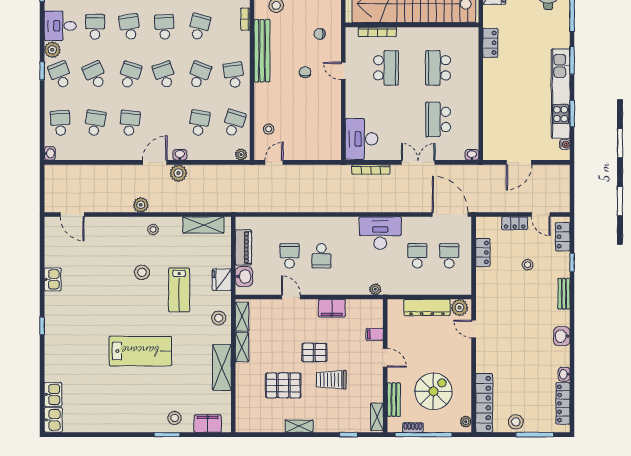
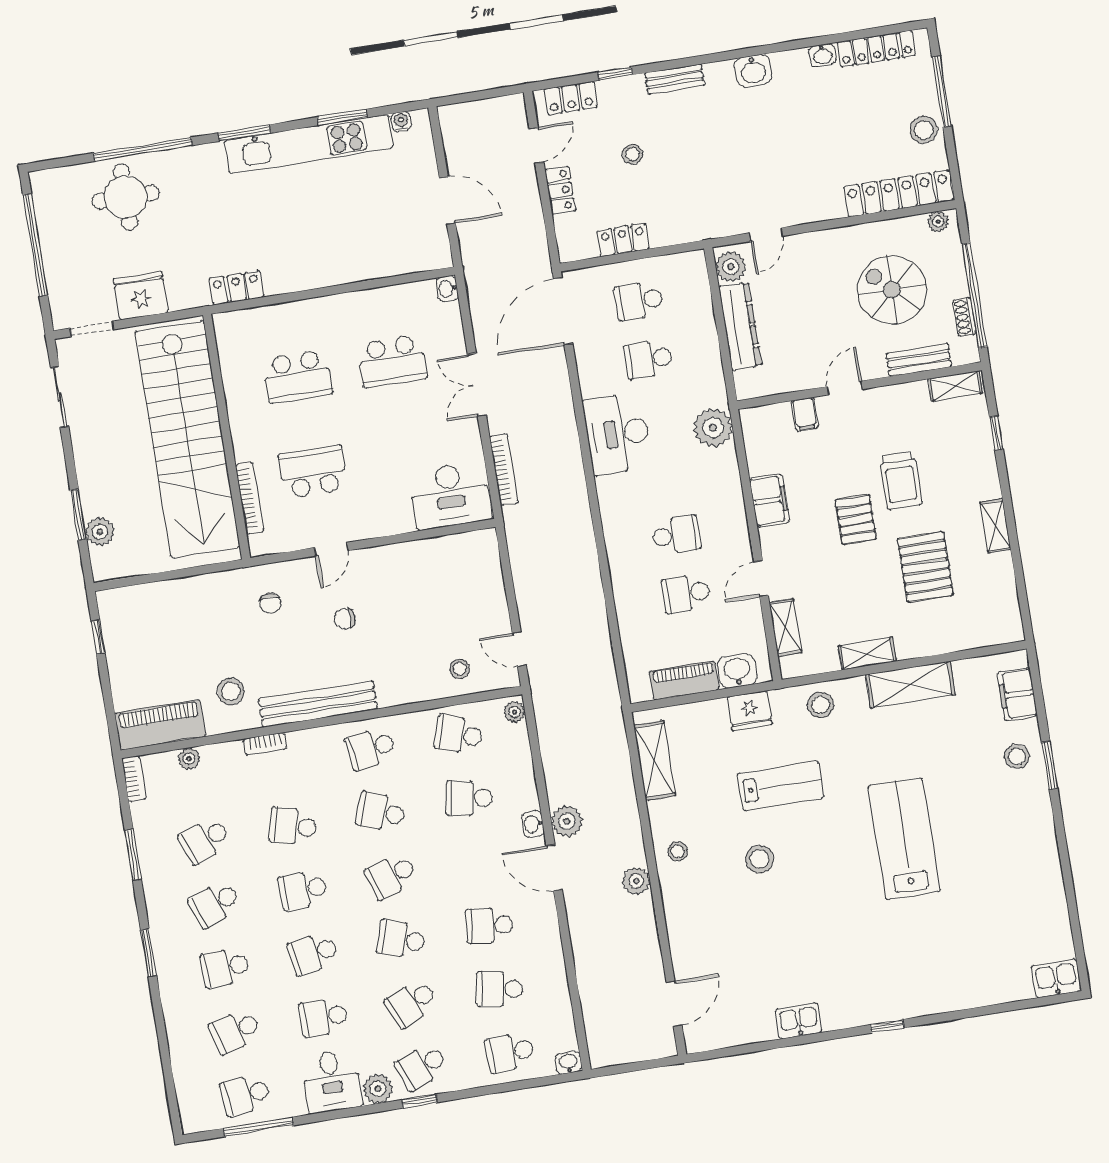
plant: (375, 289) -> (713, 428), width x1.88, depth x1.88
shelving: (242, 317) -> (785, 627), moved, turned 90
kitchen sink: (53, 394) -> (1009, 986), removed

